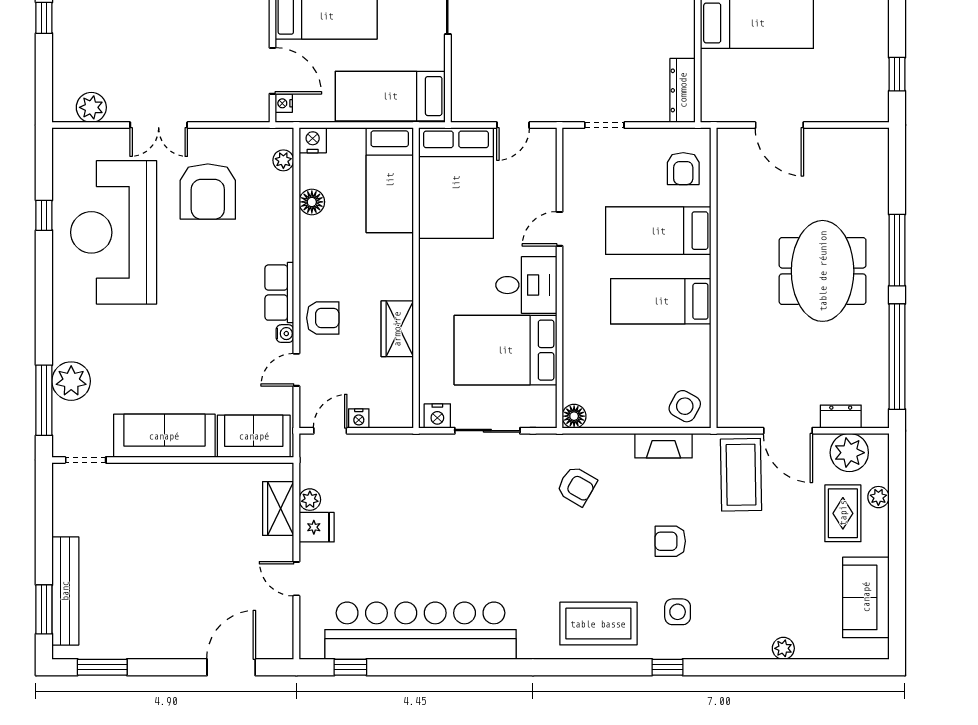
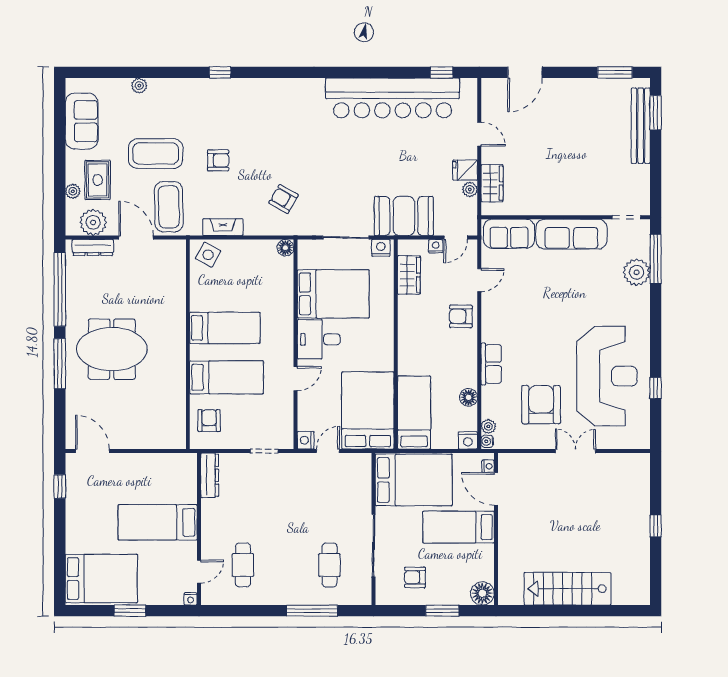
bed: (390, 96) -> (414, 480), width x1.50
plant: (91, 107) -> (623, 463), removed
door: (779, 125) -> (93, 451), moved
nightstand: (545, 141) -> (306, 440), added
meeting table: (823, 271) -> (112, 349), turned 90
row of seats: (279, 293) -> (491, 364), moved
wardrobe: (397, 329) -> (409, 275), moved
water cooler: (285, 334) -> (487, 441), moved
dresser: (841, 417) -> (93, 247), width x1.44
booth: (404, 462) -> (404, 216), added
side table: (678, 612) -> (213, 111), removed
coffee table: (598, 624) -> (156, 154), moved

